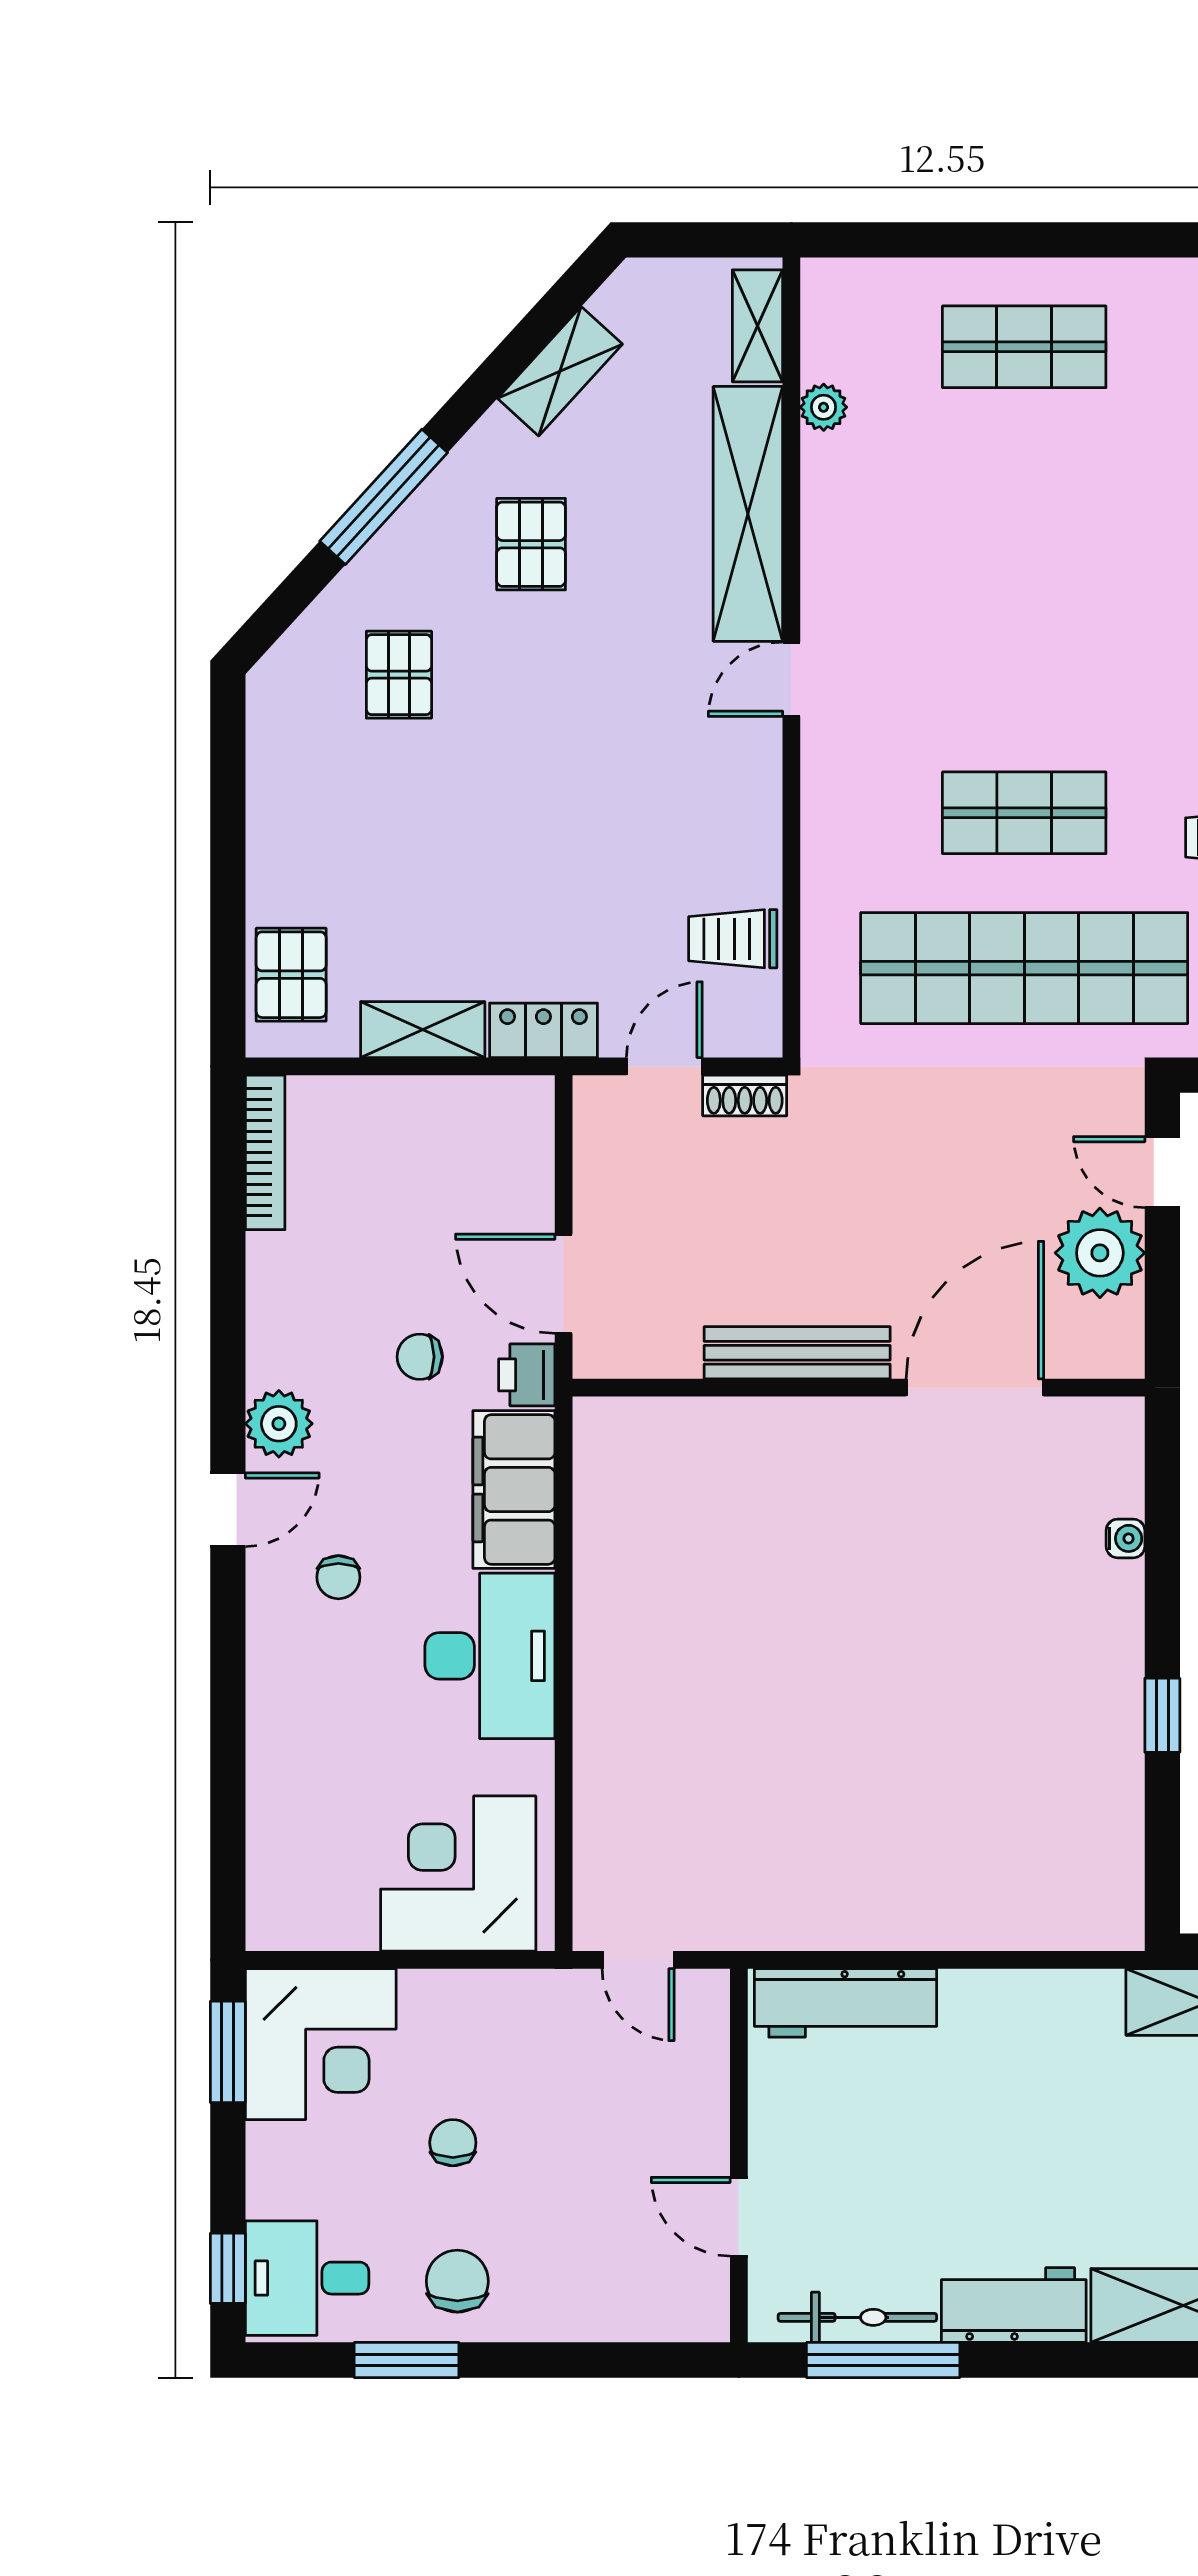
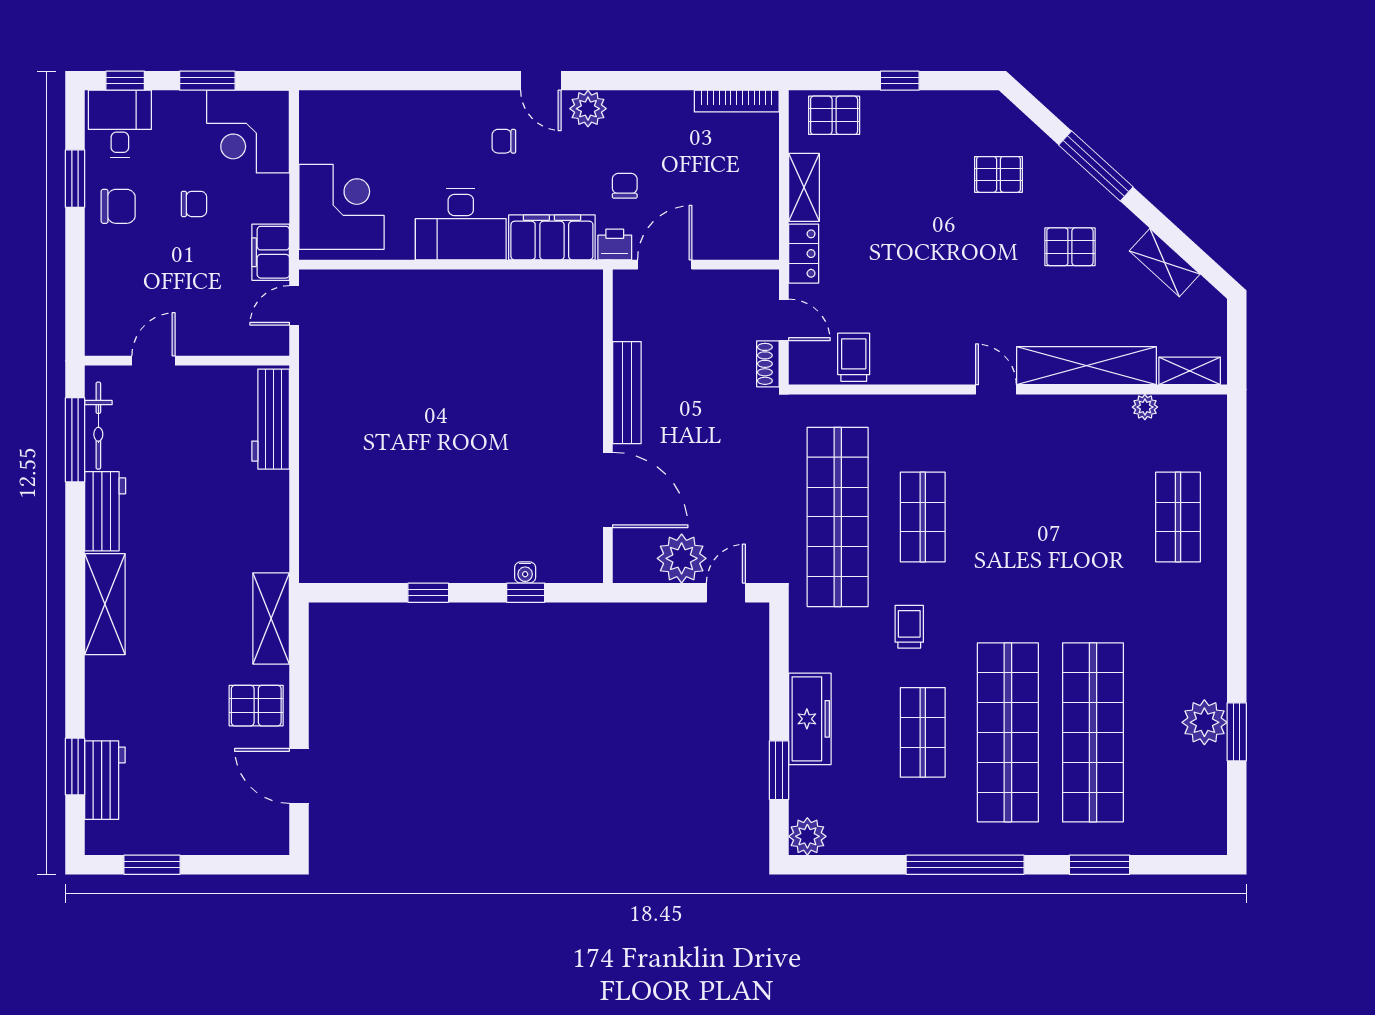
window: (228, 855) -> (900, 81), added
window: (1162, 1537) -> (526, 593), added
filing cabinet: (541, 2003) -> (271, 252), added
window: (228, 2052) -> (207, 81), moved

